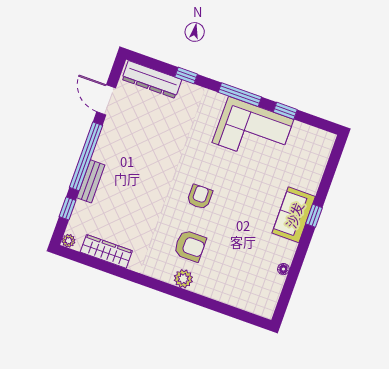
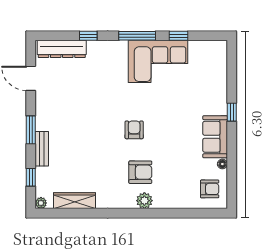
window: (86, 156) -> (31, 130), width x0.47
sofa: (294, 215) -> (215, 137), moved
armchair: (260, 291) -> (210, 189), added

